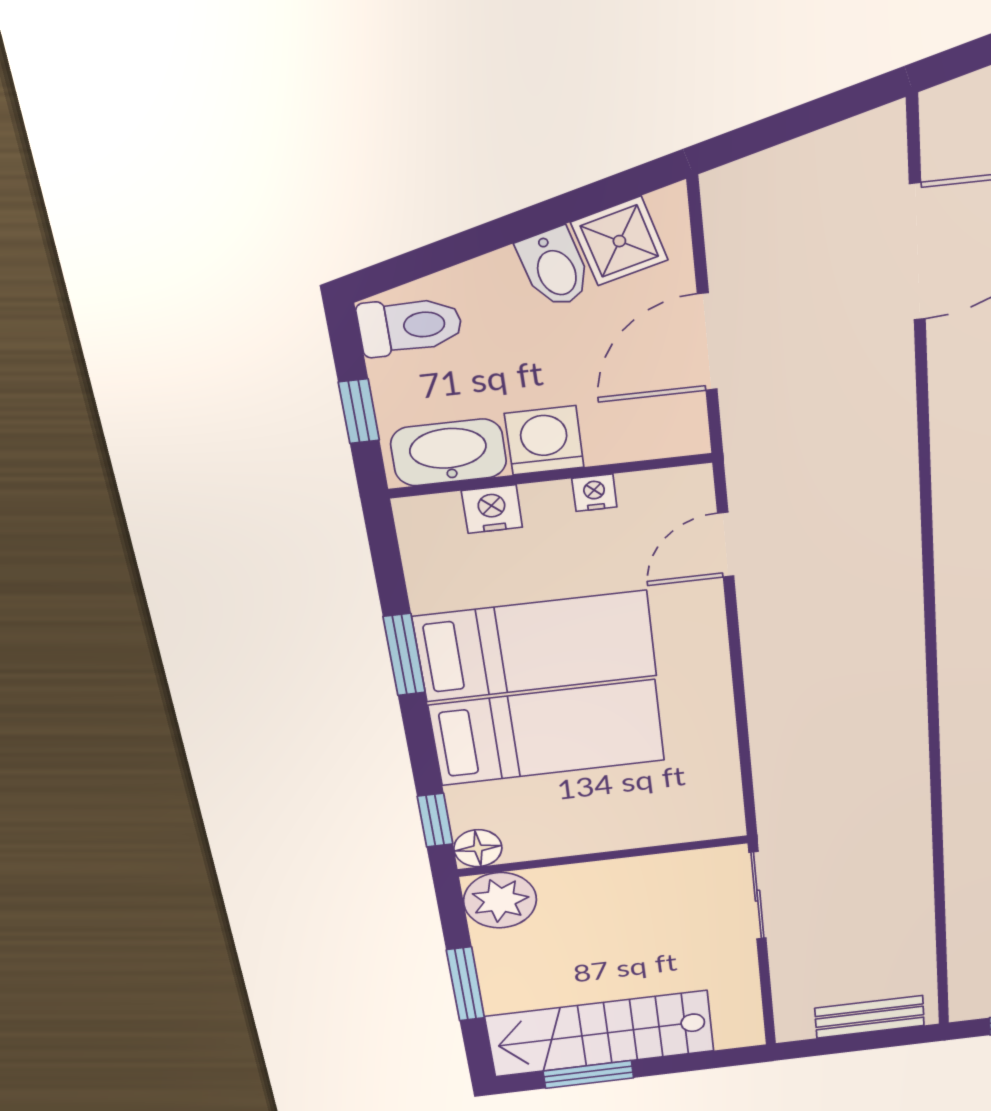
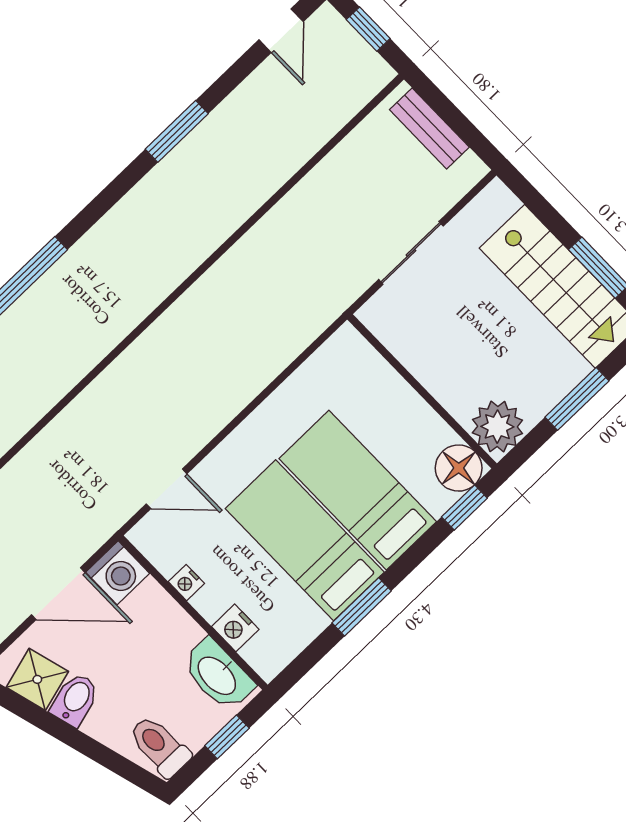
washing machine: (544, 440) -> (118, 573), moved, turned -90
floor lamp: (478, 848) -> (459, 468), width x1.38, depth x1.38
sliding door: (757, 896) -> (411, 253), moved

